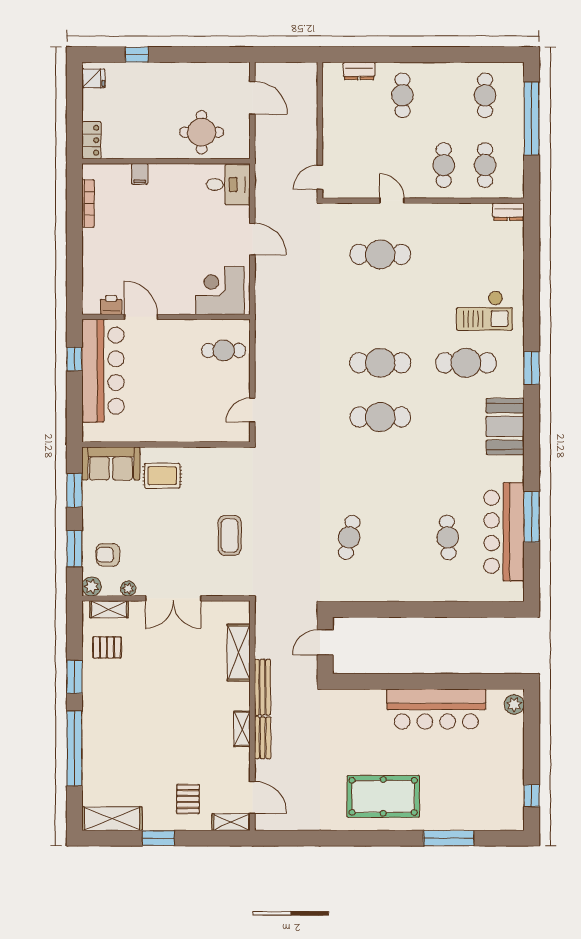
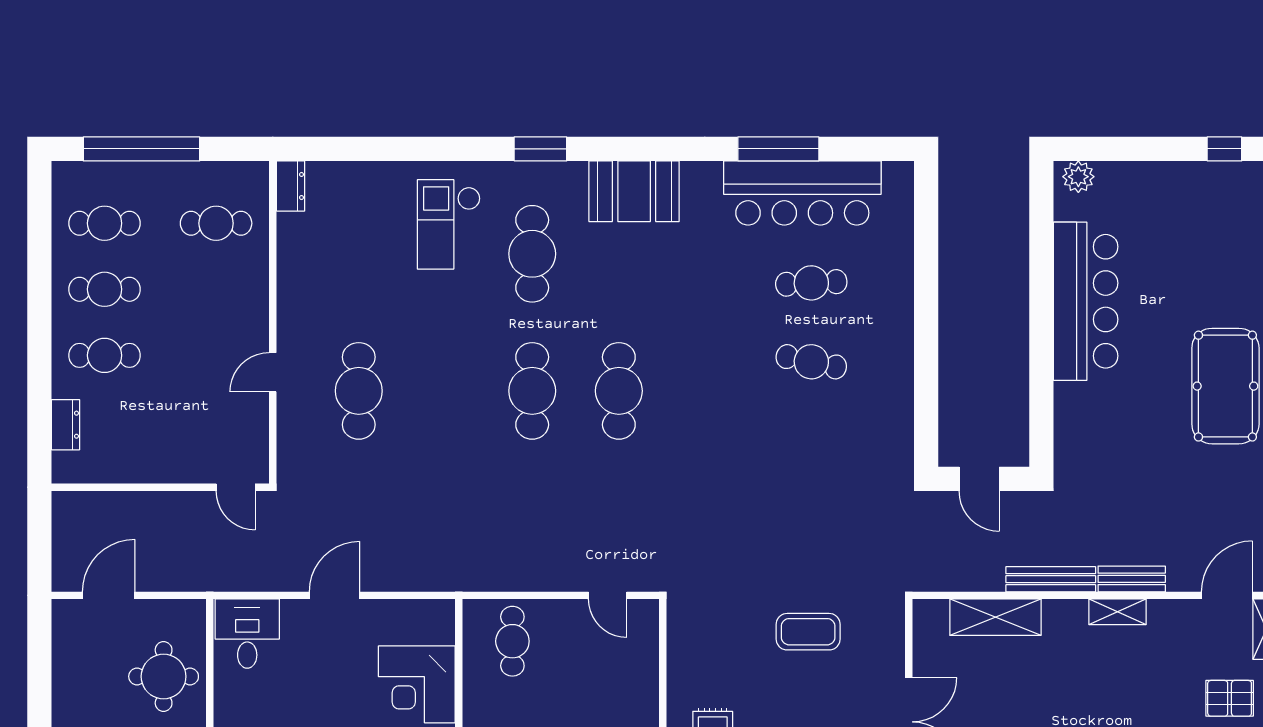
cafe table: (444, 165) -> (105, 289), moved
corner desk: (220, 291) -> (417, 684), moved
checkout: (484, 311) -> (449, 224), turned 180
cafe table: (349, 537) -> (811, 362), moved

